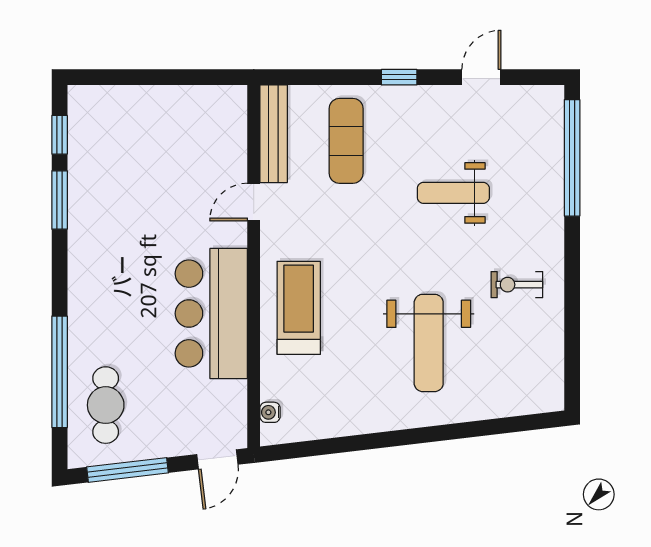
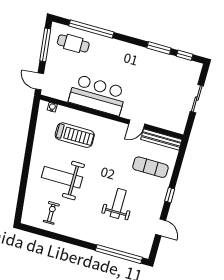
sliding door: (154, 77) -> (197, 99), added
door: (254, 202) -> (137, 124), swing flipped
exercise bike: (517, 285) -> (51, 213), moved
treadmill: (299, 308) -> (75, 135), moved

